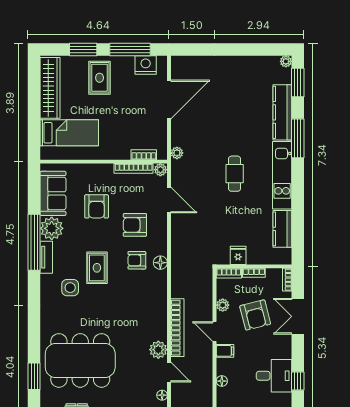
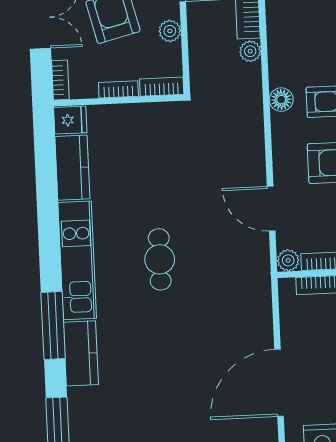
kitchen counter: (282, 112) -> (81, 353), width x0.67
plant: (177, 153) -> (250, 51), moved
fridge: (238, 255) -> (70, 120), moved, turned -90

